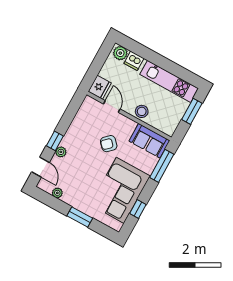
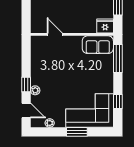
fridge: (100, 87) -> (105, 26), moved, turned -90
stool: (142, 111) -> (80, 26), removed
armchair: (109, 144) -> (68, 64), removed
corner sofa: (120, 190) -> (90, 111), moved, turned 90

